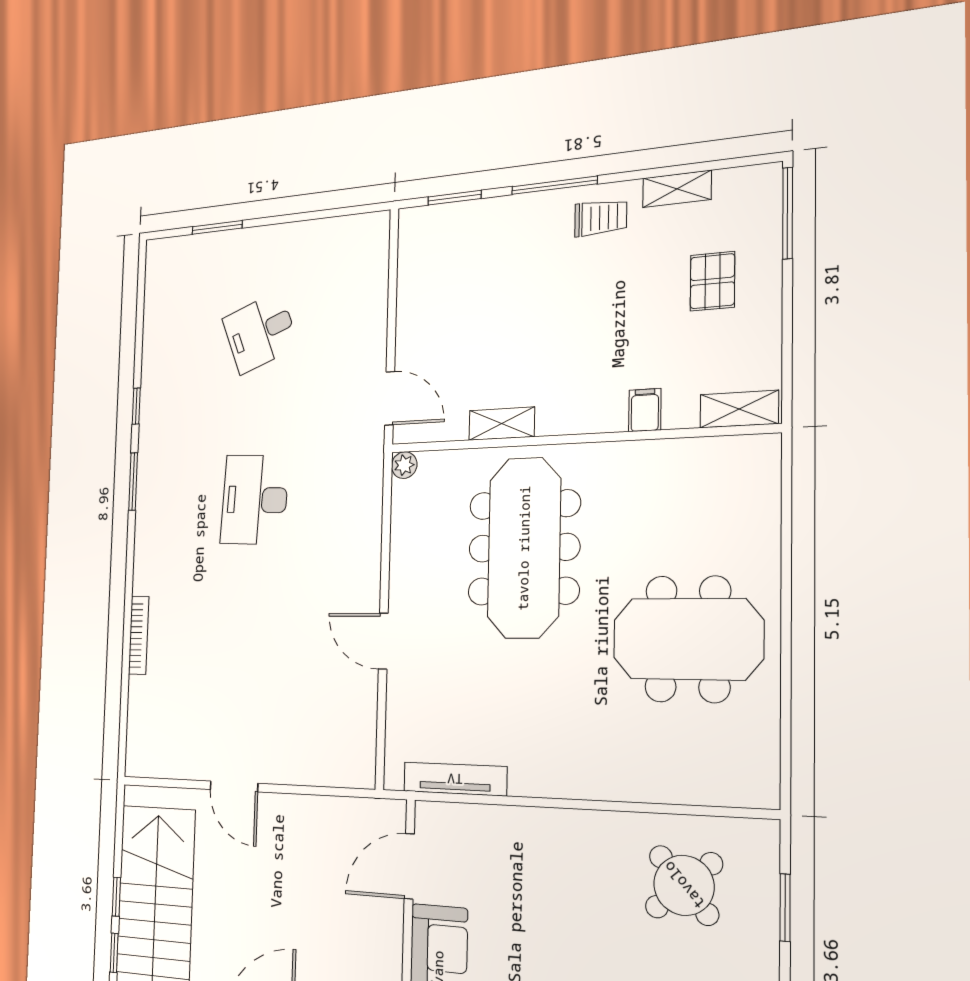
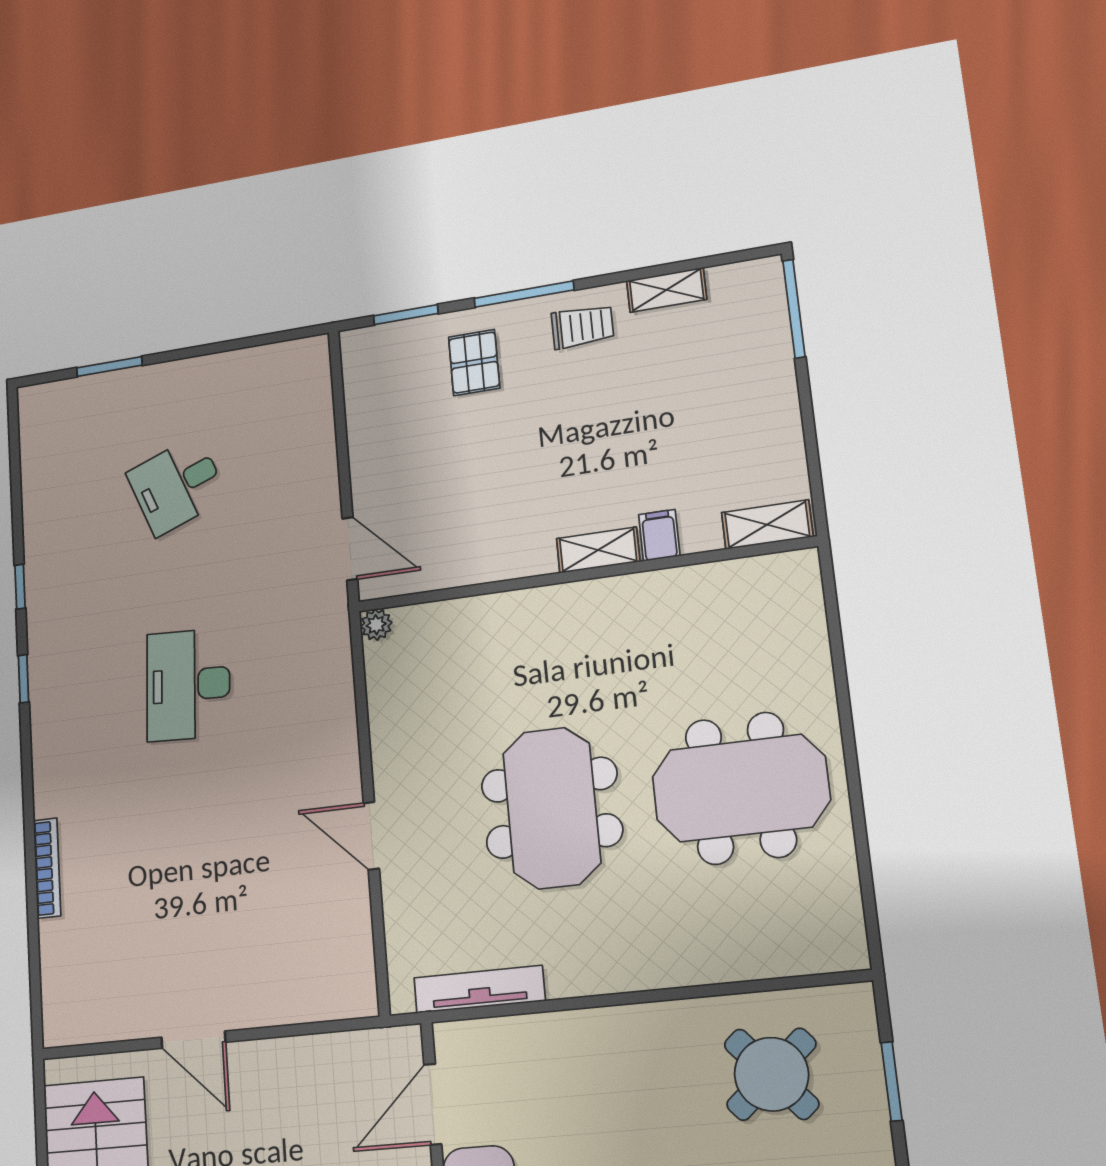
pallet: (712, 281) -> (474, 363), moved
shelving: (502, 424) -> (598, 550), moved
window: (133, 482) -> (23, 679), width x0.67
meeting table: (524, 548) -> (552, 808), moved, width x0.73

